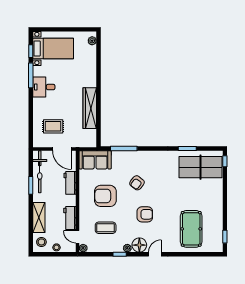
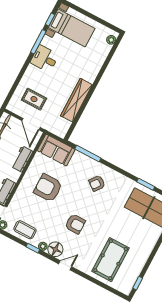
armchair: (137, 183) -> (97, 183), moved
coffee table: (106, 228) -> (25, 230), moved

